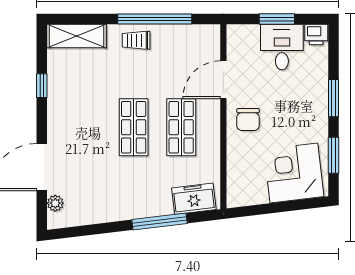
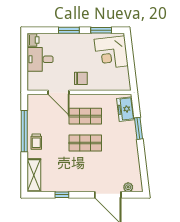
window: (277, 19) -> (24, 62), removed
window: (160, 222) -> (139, 128), width x0.69

